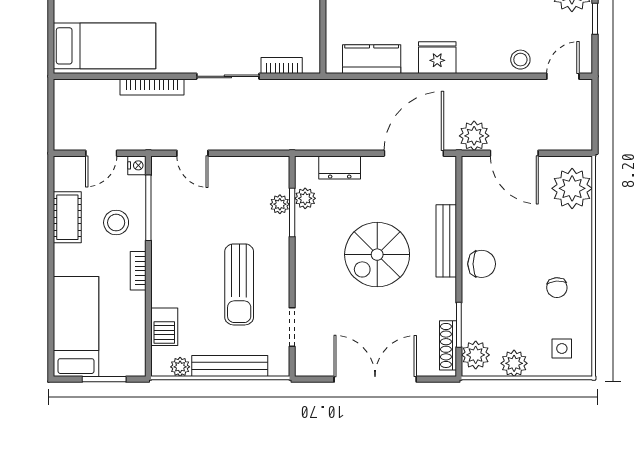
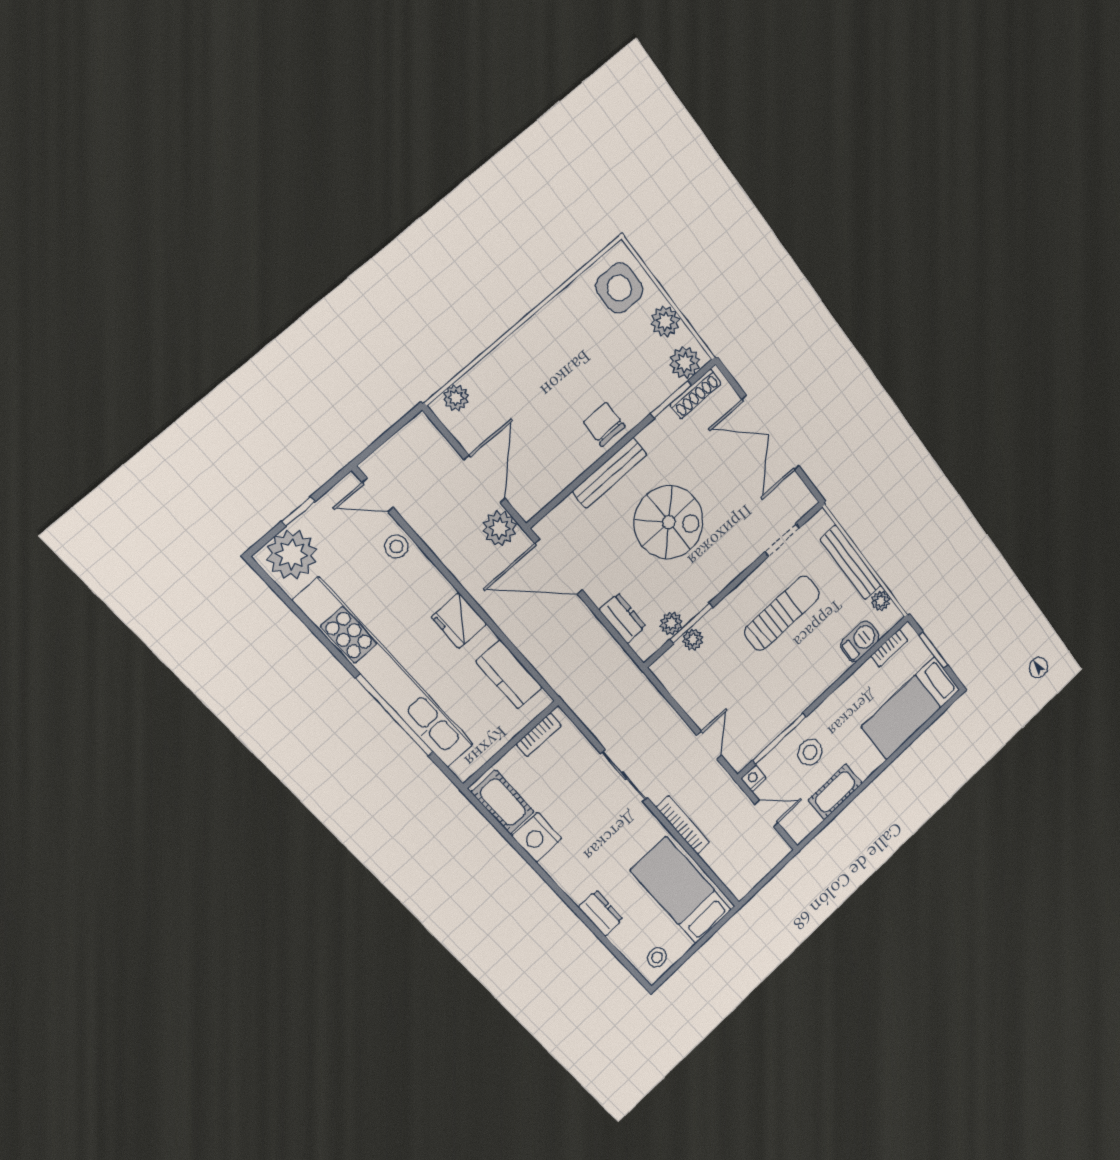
bookcase: (282, 66) -> (539, 735), moved, turned -90
plant: (572, 188) -> (456, 398), width x0.53, depth x0.53
bookcase: (138, 271) -> (889, 648), moved
chair: (557, 288) -> (570, 338), removed
side table: (562, 348) -> (619, 288), width x1.87, depth x1.87

